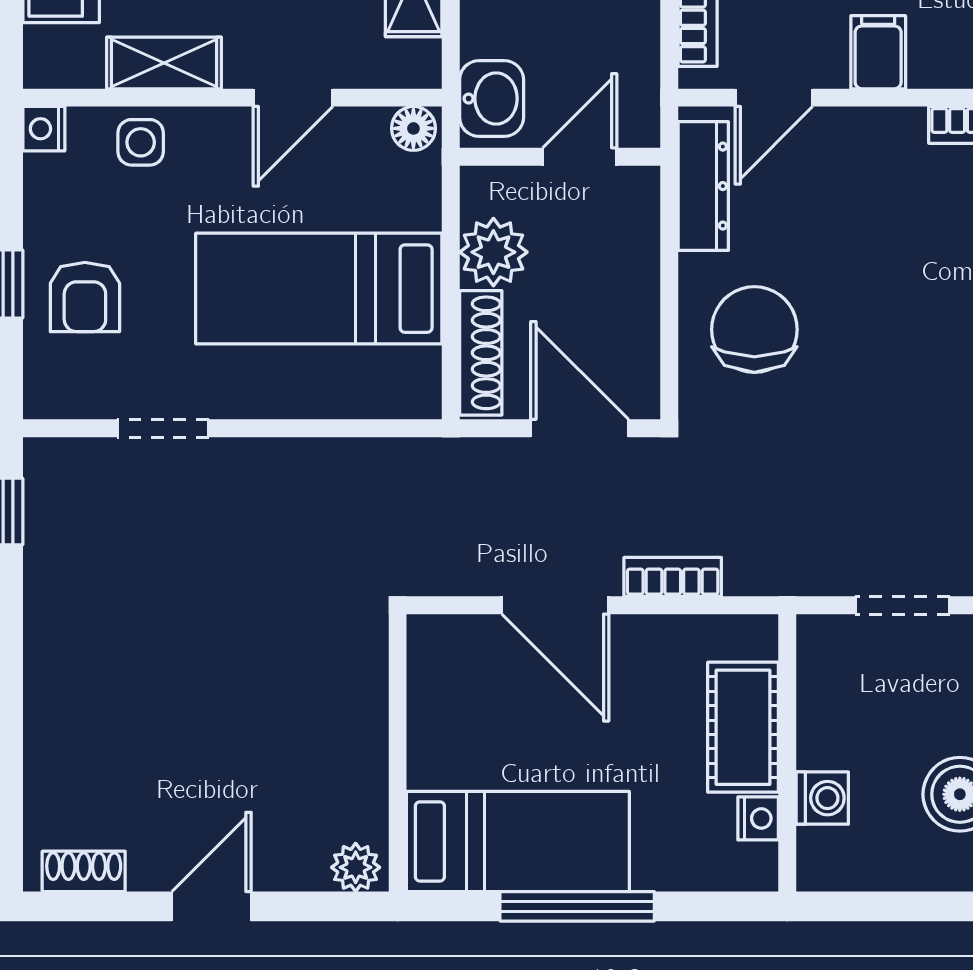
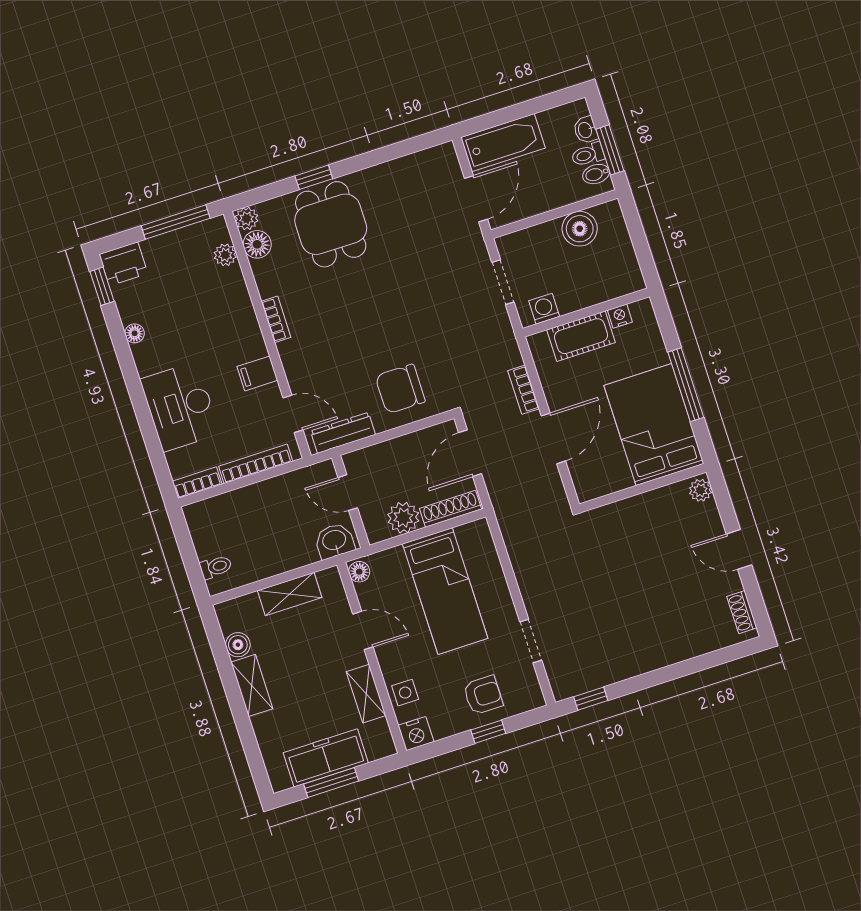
nightstand: (44, 129) -> (416, 734), width x1.39, depth x1.35
washing machine: (822, 798) -> (544, 309), moved
bed: (518, 841) -> (654, 425), width x1.50

